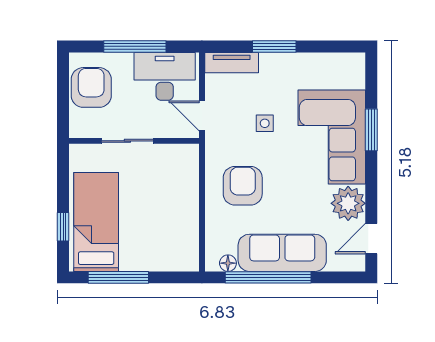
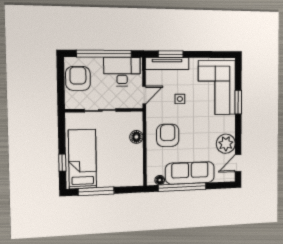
window: (135, 46) -> (104, 54), width x1.46
window: (274, 46) -> (171, 54), moved
tv unit: (232, 63) -> (167, 64), width x1.41
door: (202, 116) -> (144, 95), swing flipped
corner sofa: (332, 137) -> (217, 88), moved
floor lamp: (188, 187) -> (136, 137), added

